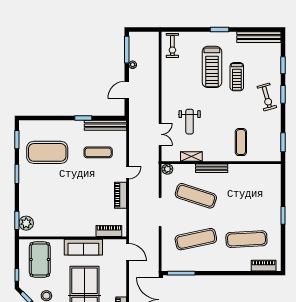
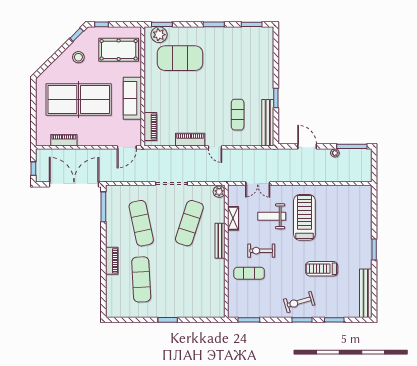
exercise bike: (172, 45) -> (261, 251), moved
treadmill: (212, 67) -> (304, 217), moved, turned 90
exercise mat: (47, 152) -> (180, 58), moved, turned 90
piano: (264, 266) -> (112, 261), moved

